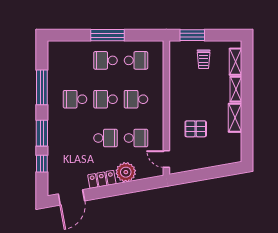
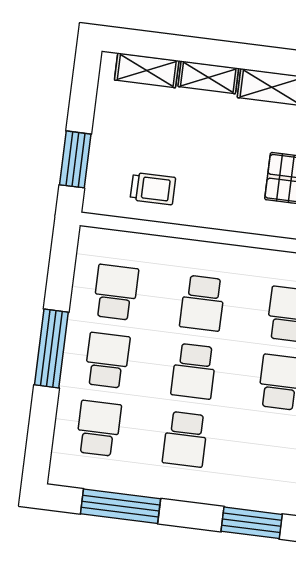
trolley: (204, 59) -> (153, 189), moved
school desk: (75, 60) -> (99, 428), added
school desk: (105, 60) -> (107, 360), turned 180
window: (42, 87) -> (121, 506), moved

